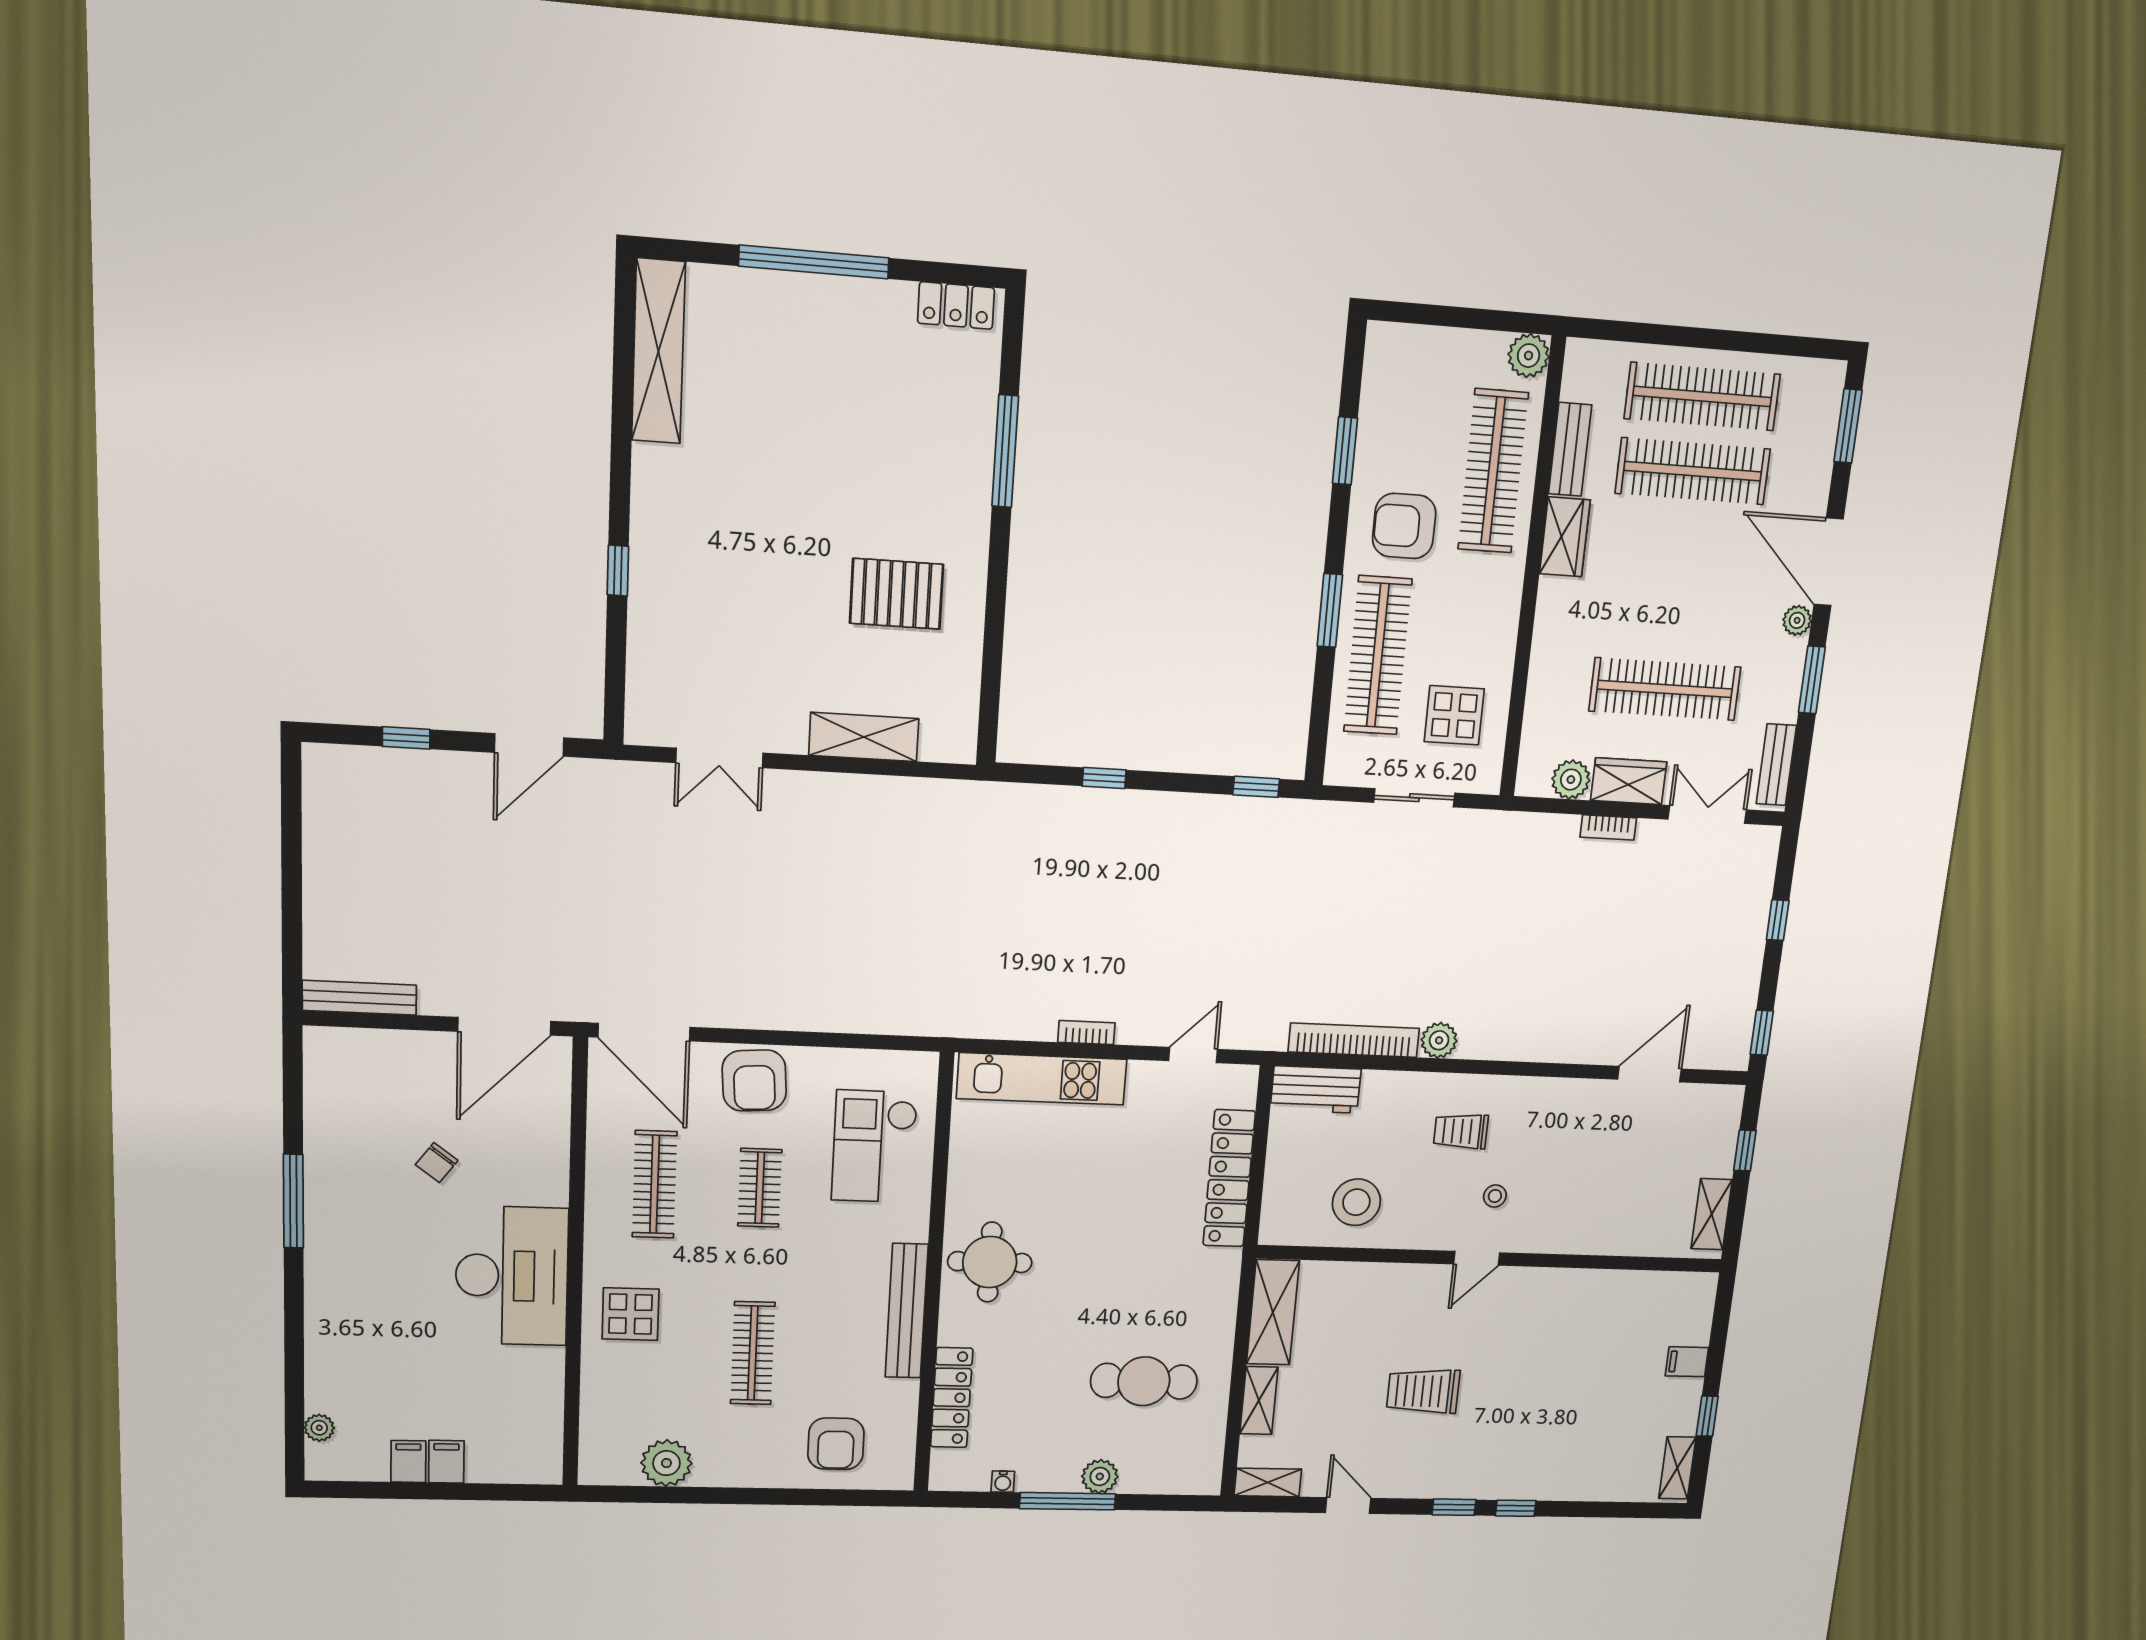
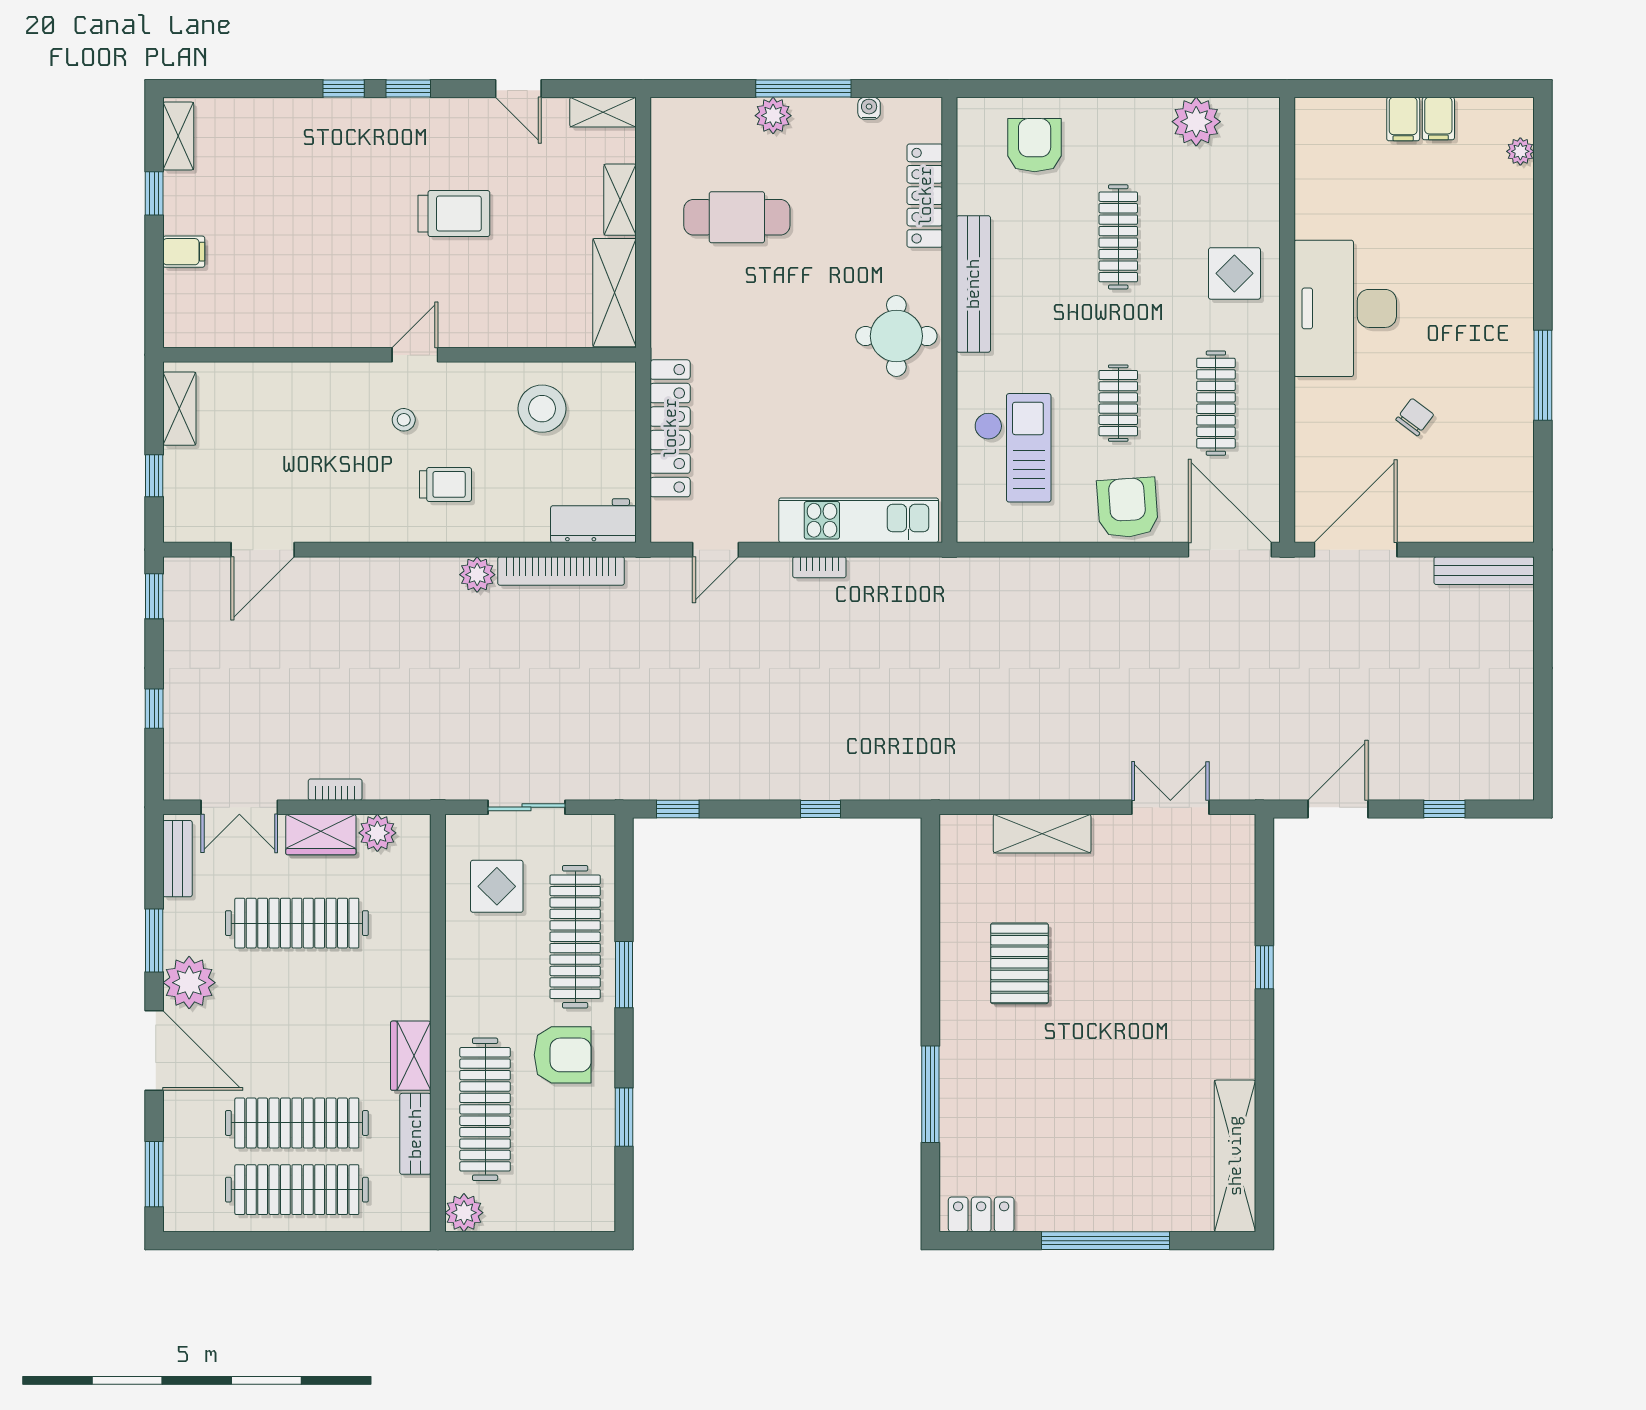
pallet: (897, 594) -> (1019, 963), turned 90
plant: (1797, 620) -> (189, 983), width x1.88, depth x1.88

